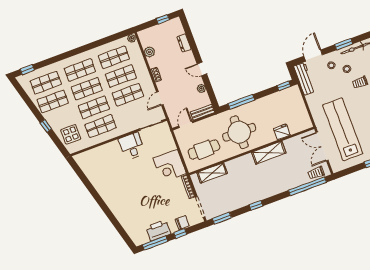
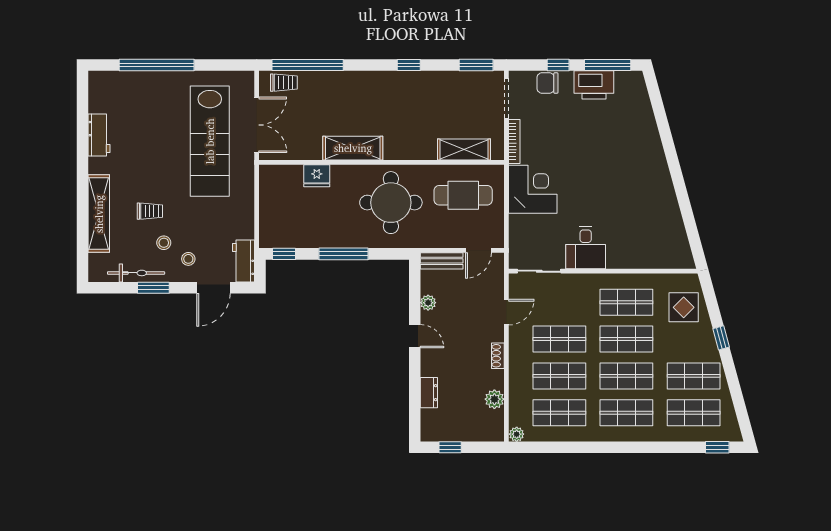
workbench: (304, 79) -> (244, 261), width x0.73
window: (241, 102) -> (344, 254), moved

